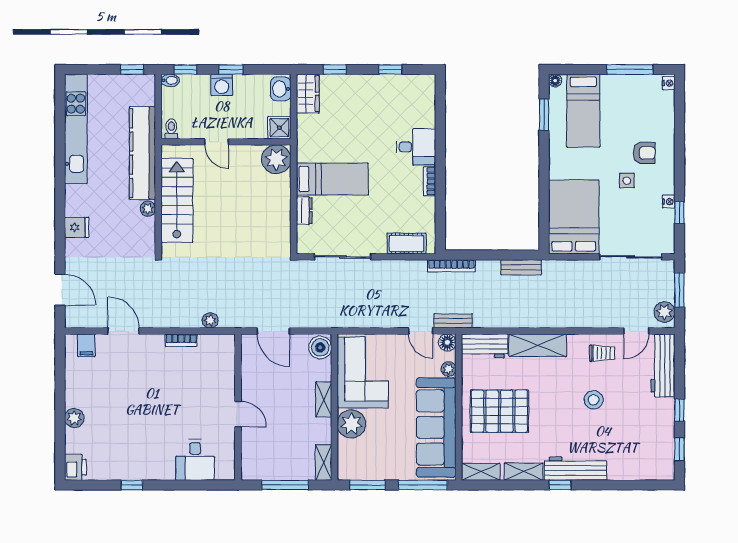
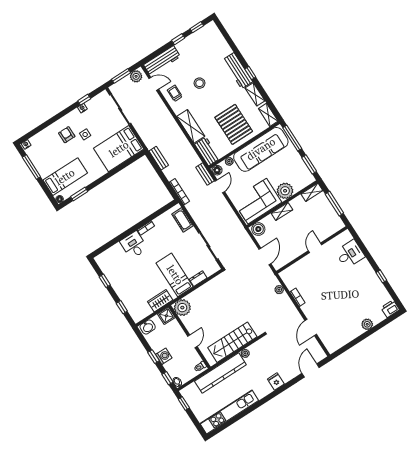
wardrobe: (308, 94) -> (160, 301), moved
filing cabinet: (86, 345) -> (329, 341), removed

